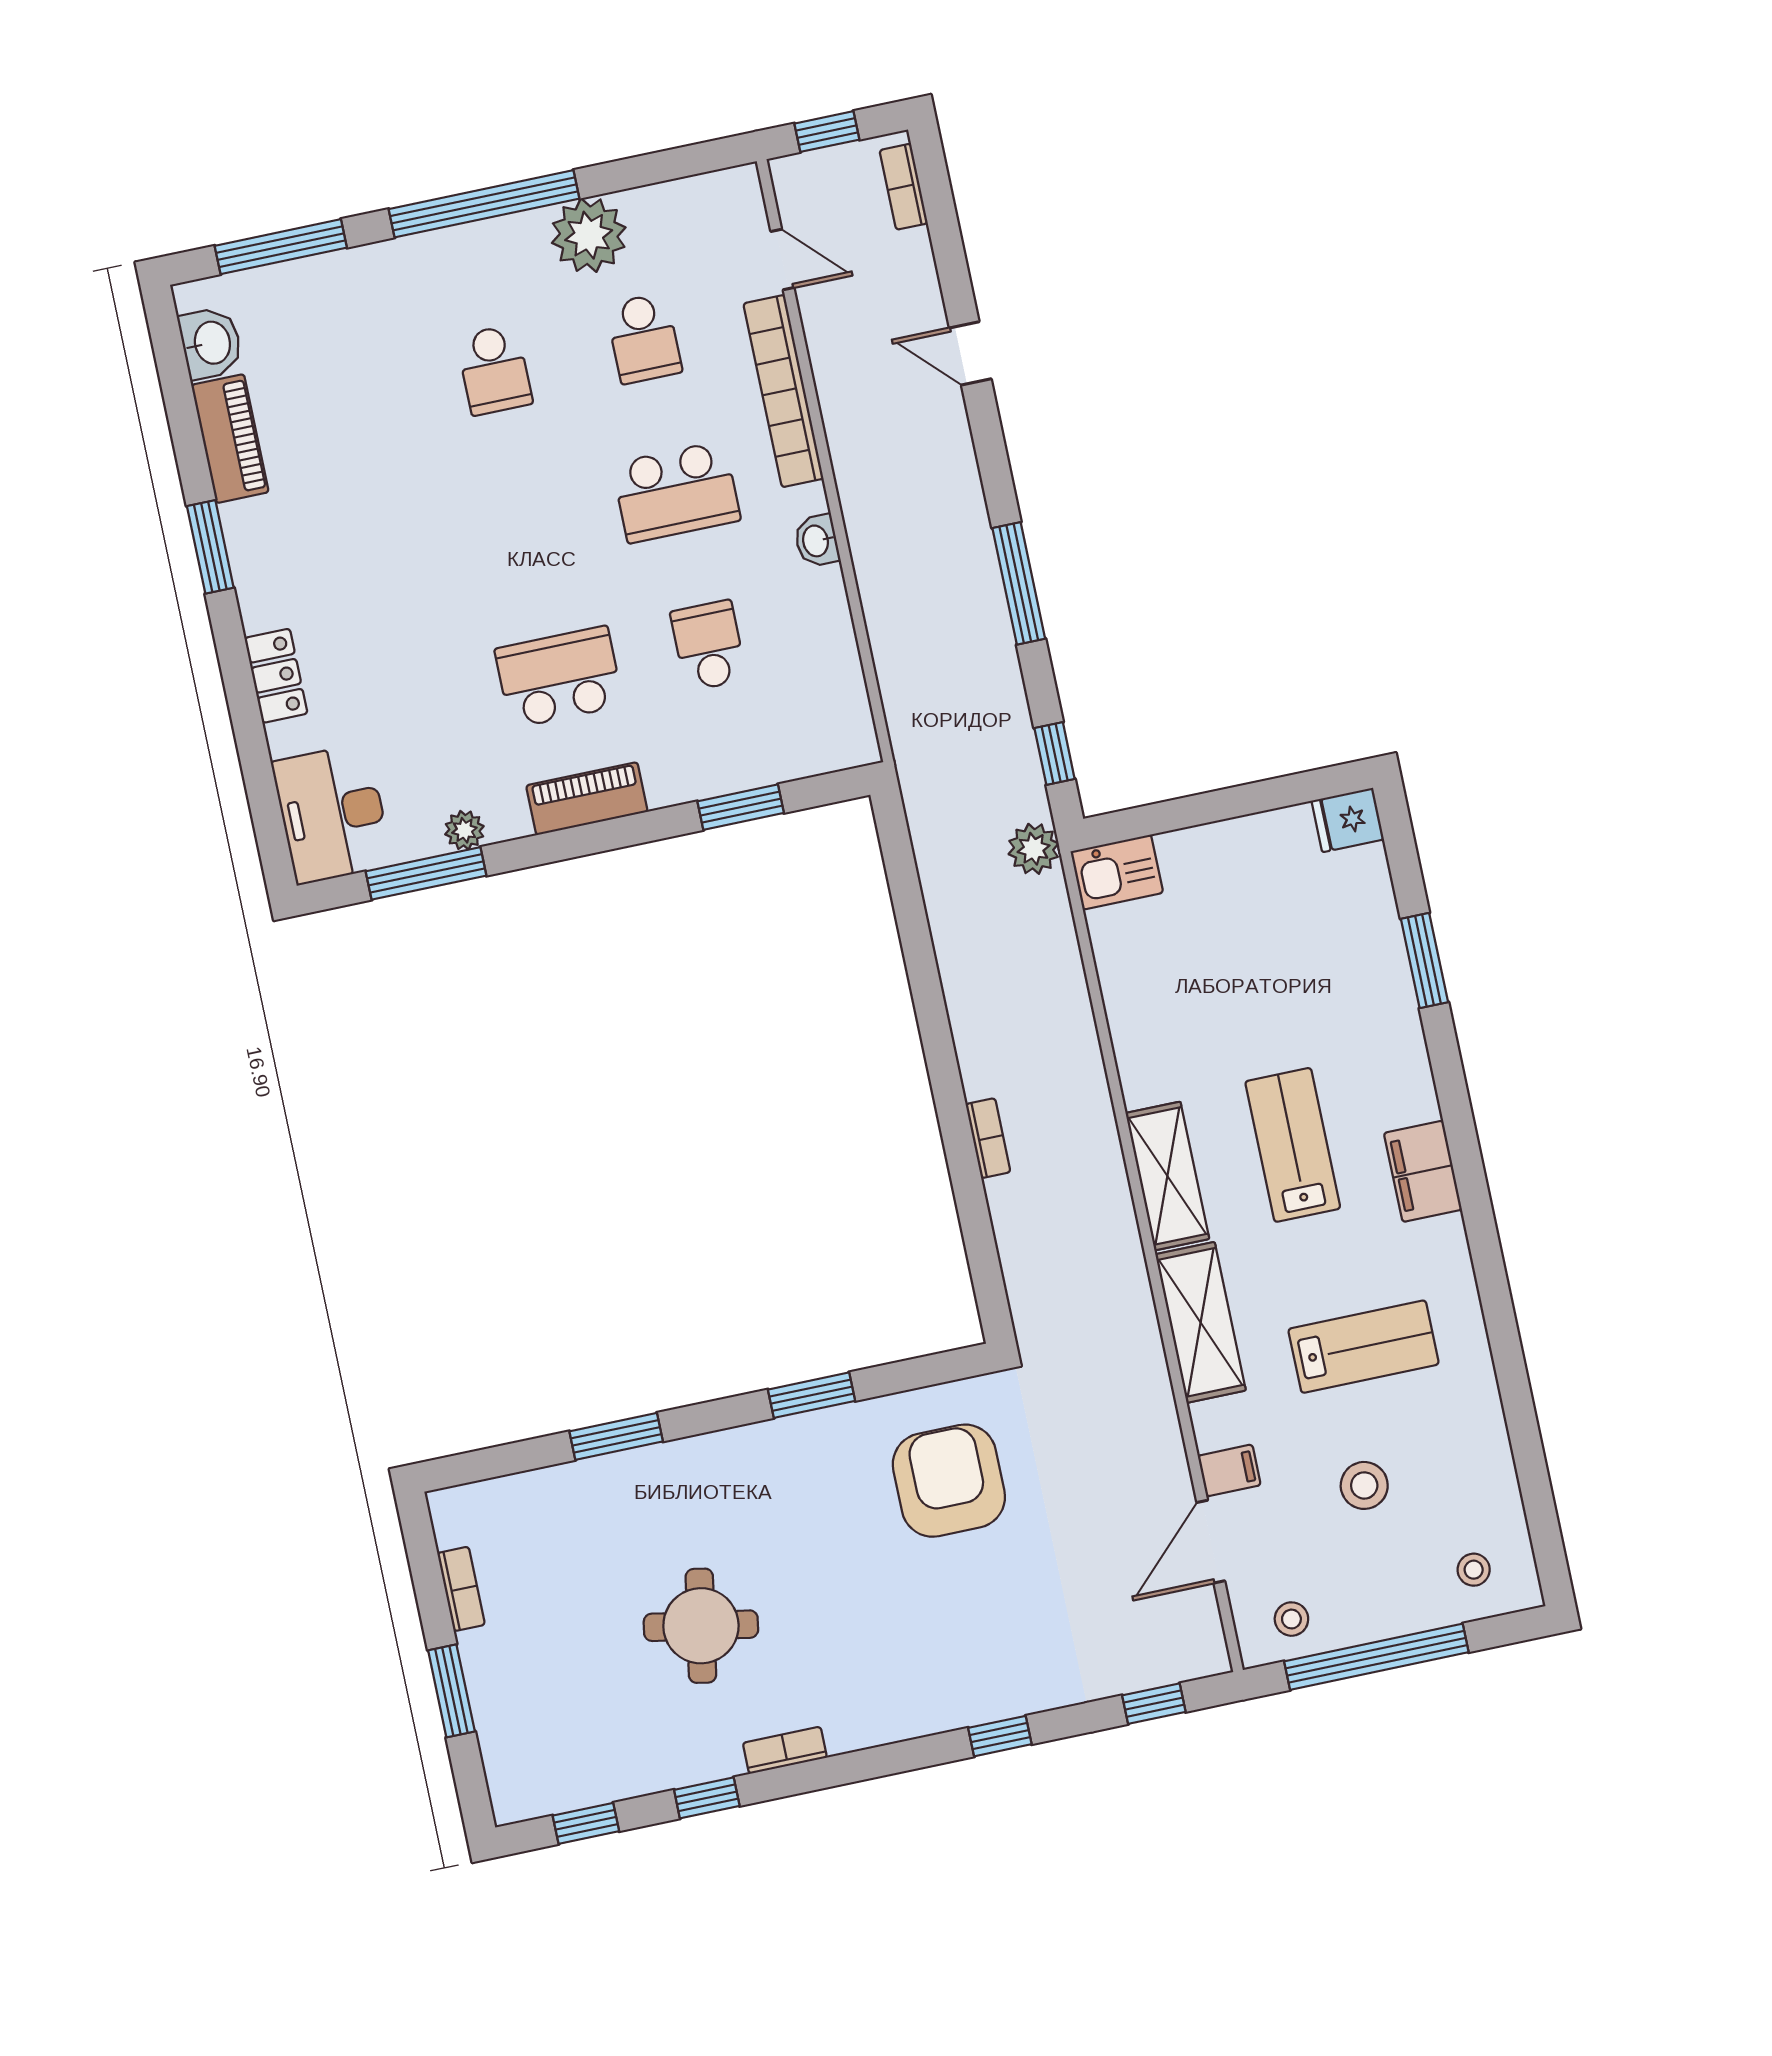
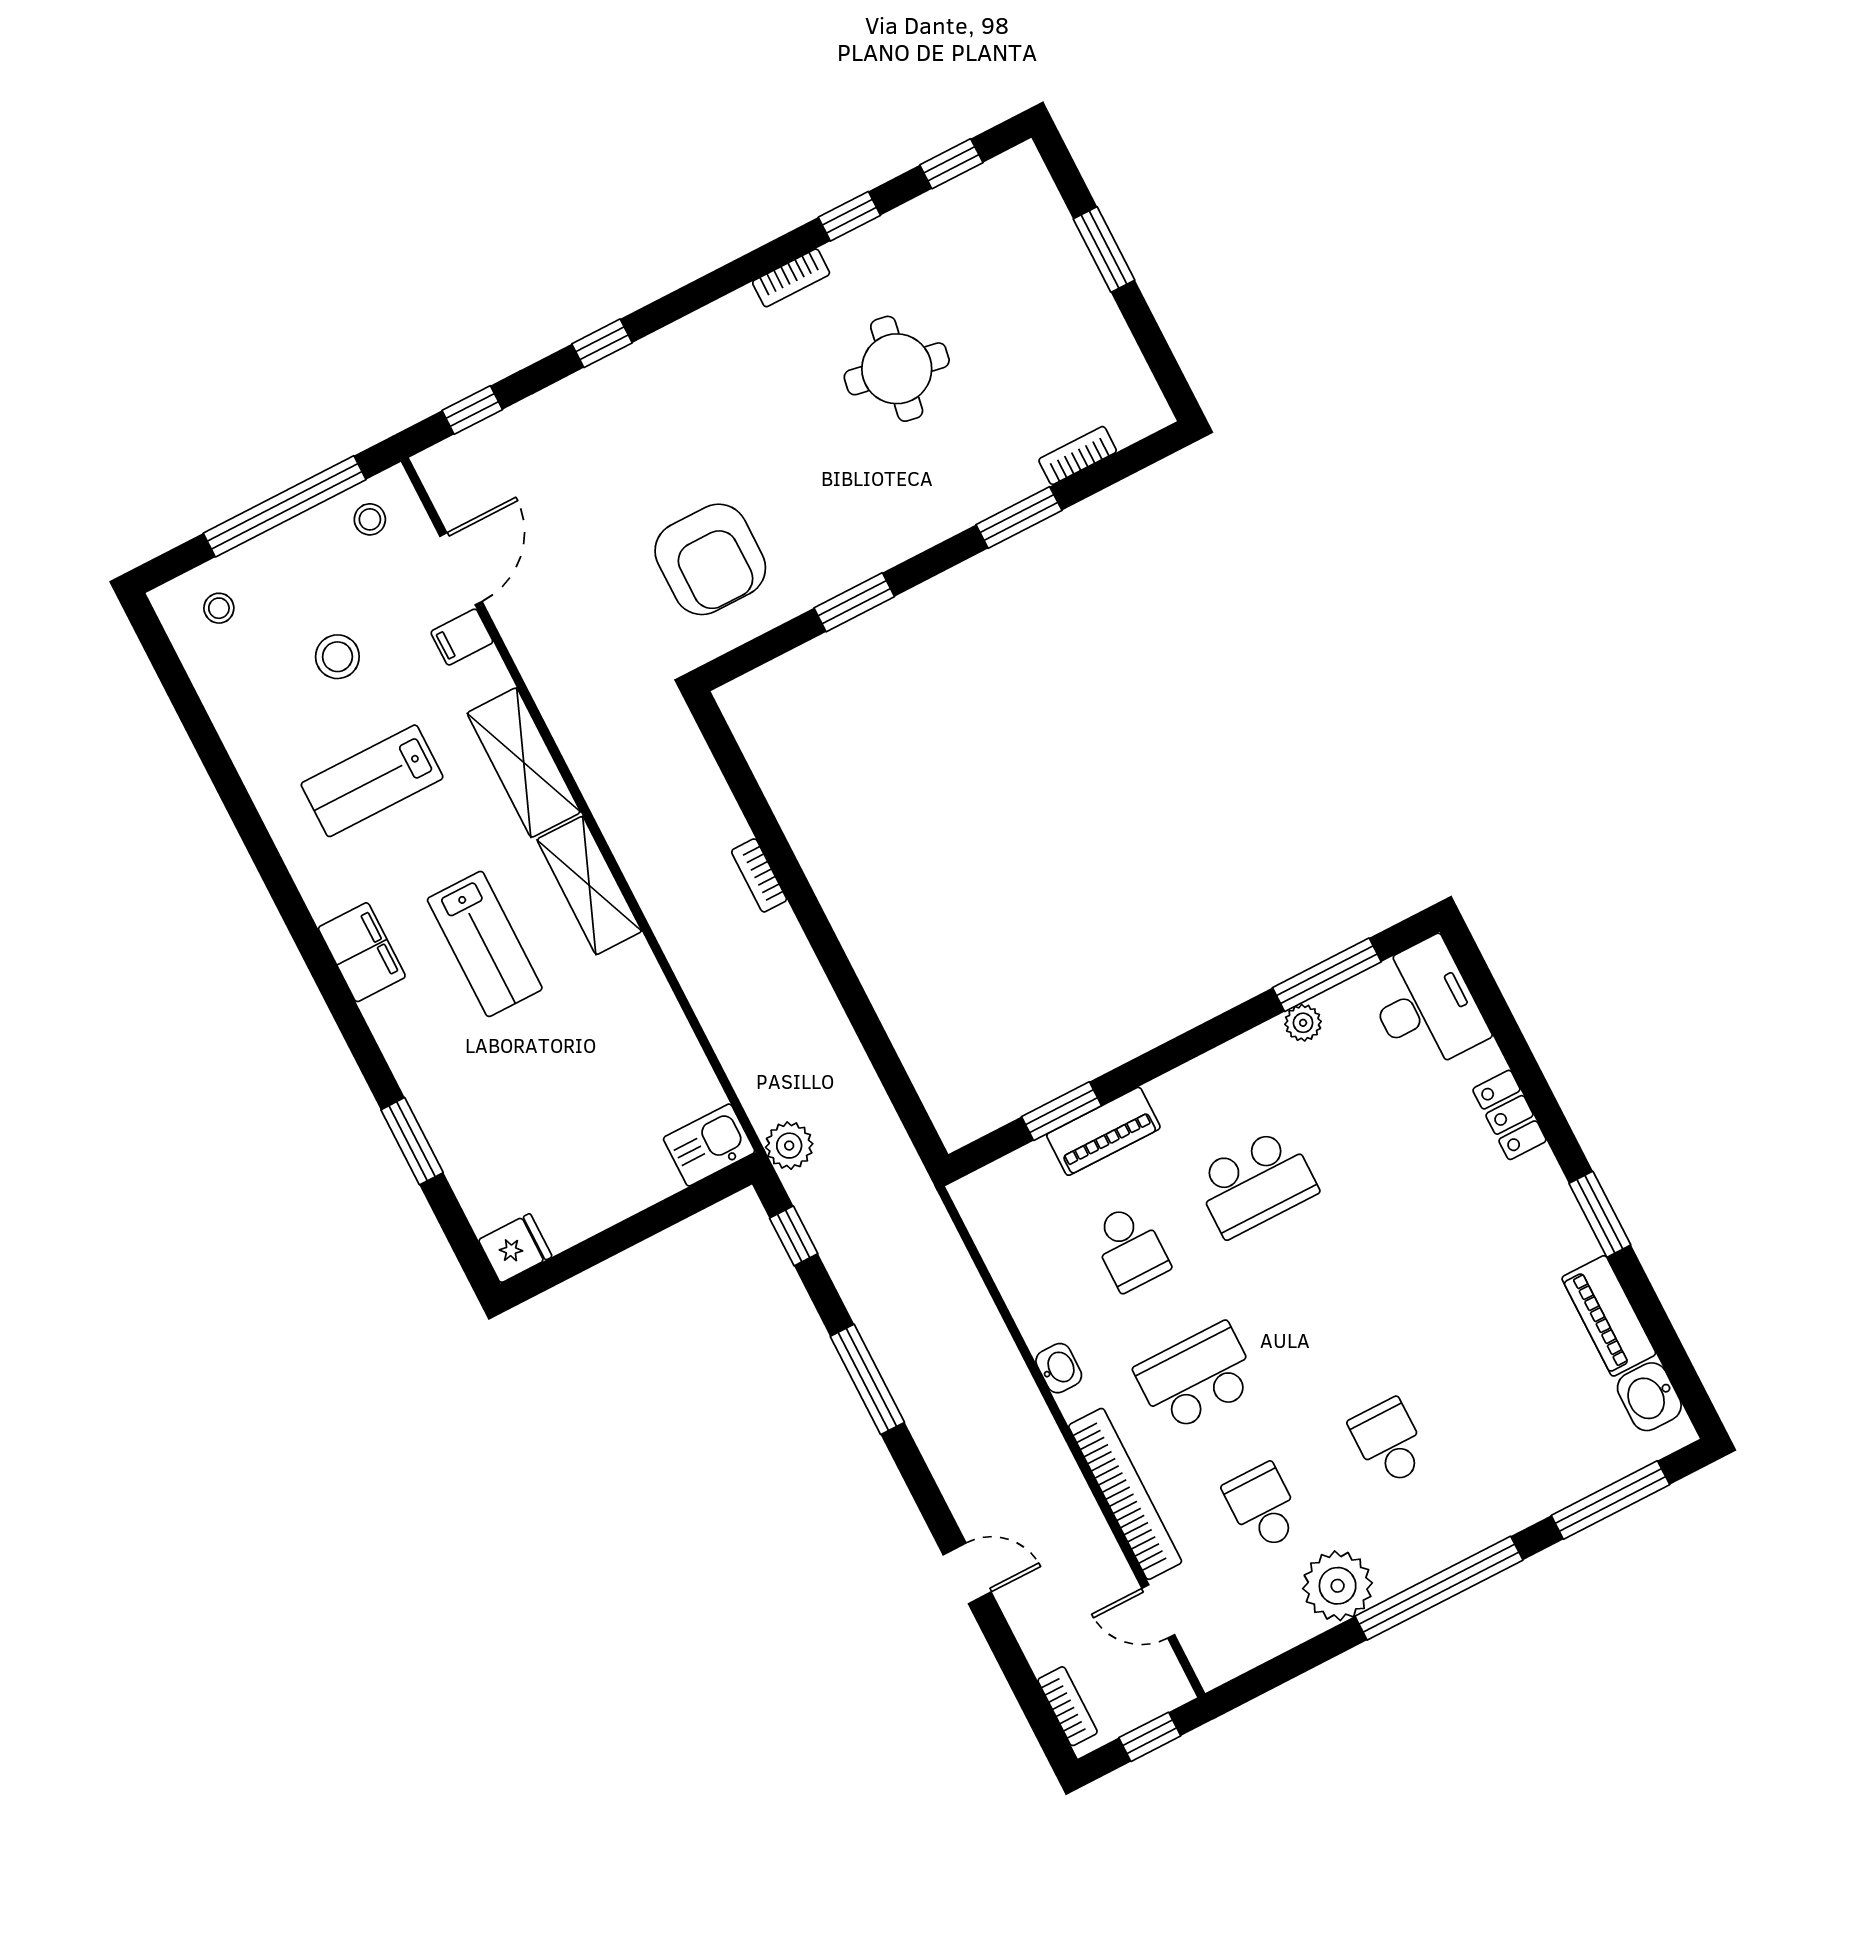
piano: (587, 799) -> (1103, 1131), moved
bookcase: (461, 1589) -> (1078, 456), moved, turned 90

